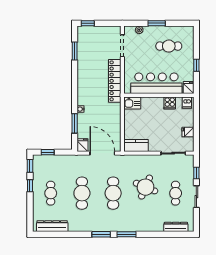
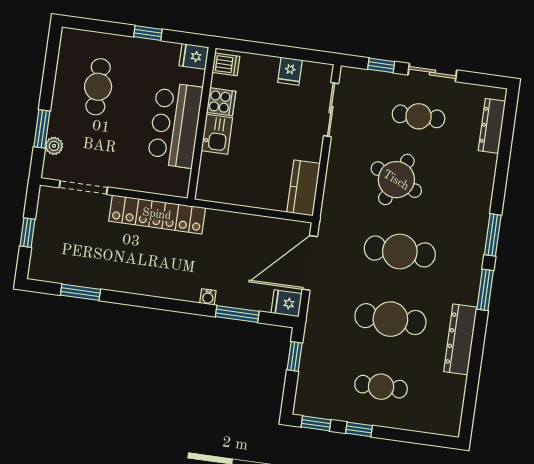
window: (88, 23) -> (27, 233), moved
window: (157, 23) -> (42, 129), moved
bar counter: (156, 83) -> (175, 125), width x0.73
kitchen sink: (132, 103) -> (217, 134), moved
window: (48, 152) -> (295, 356), moved
dresser: (52, 226) -> (460, 339), moved

